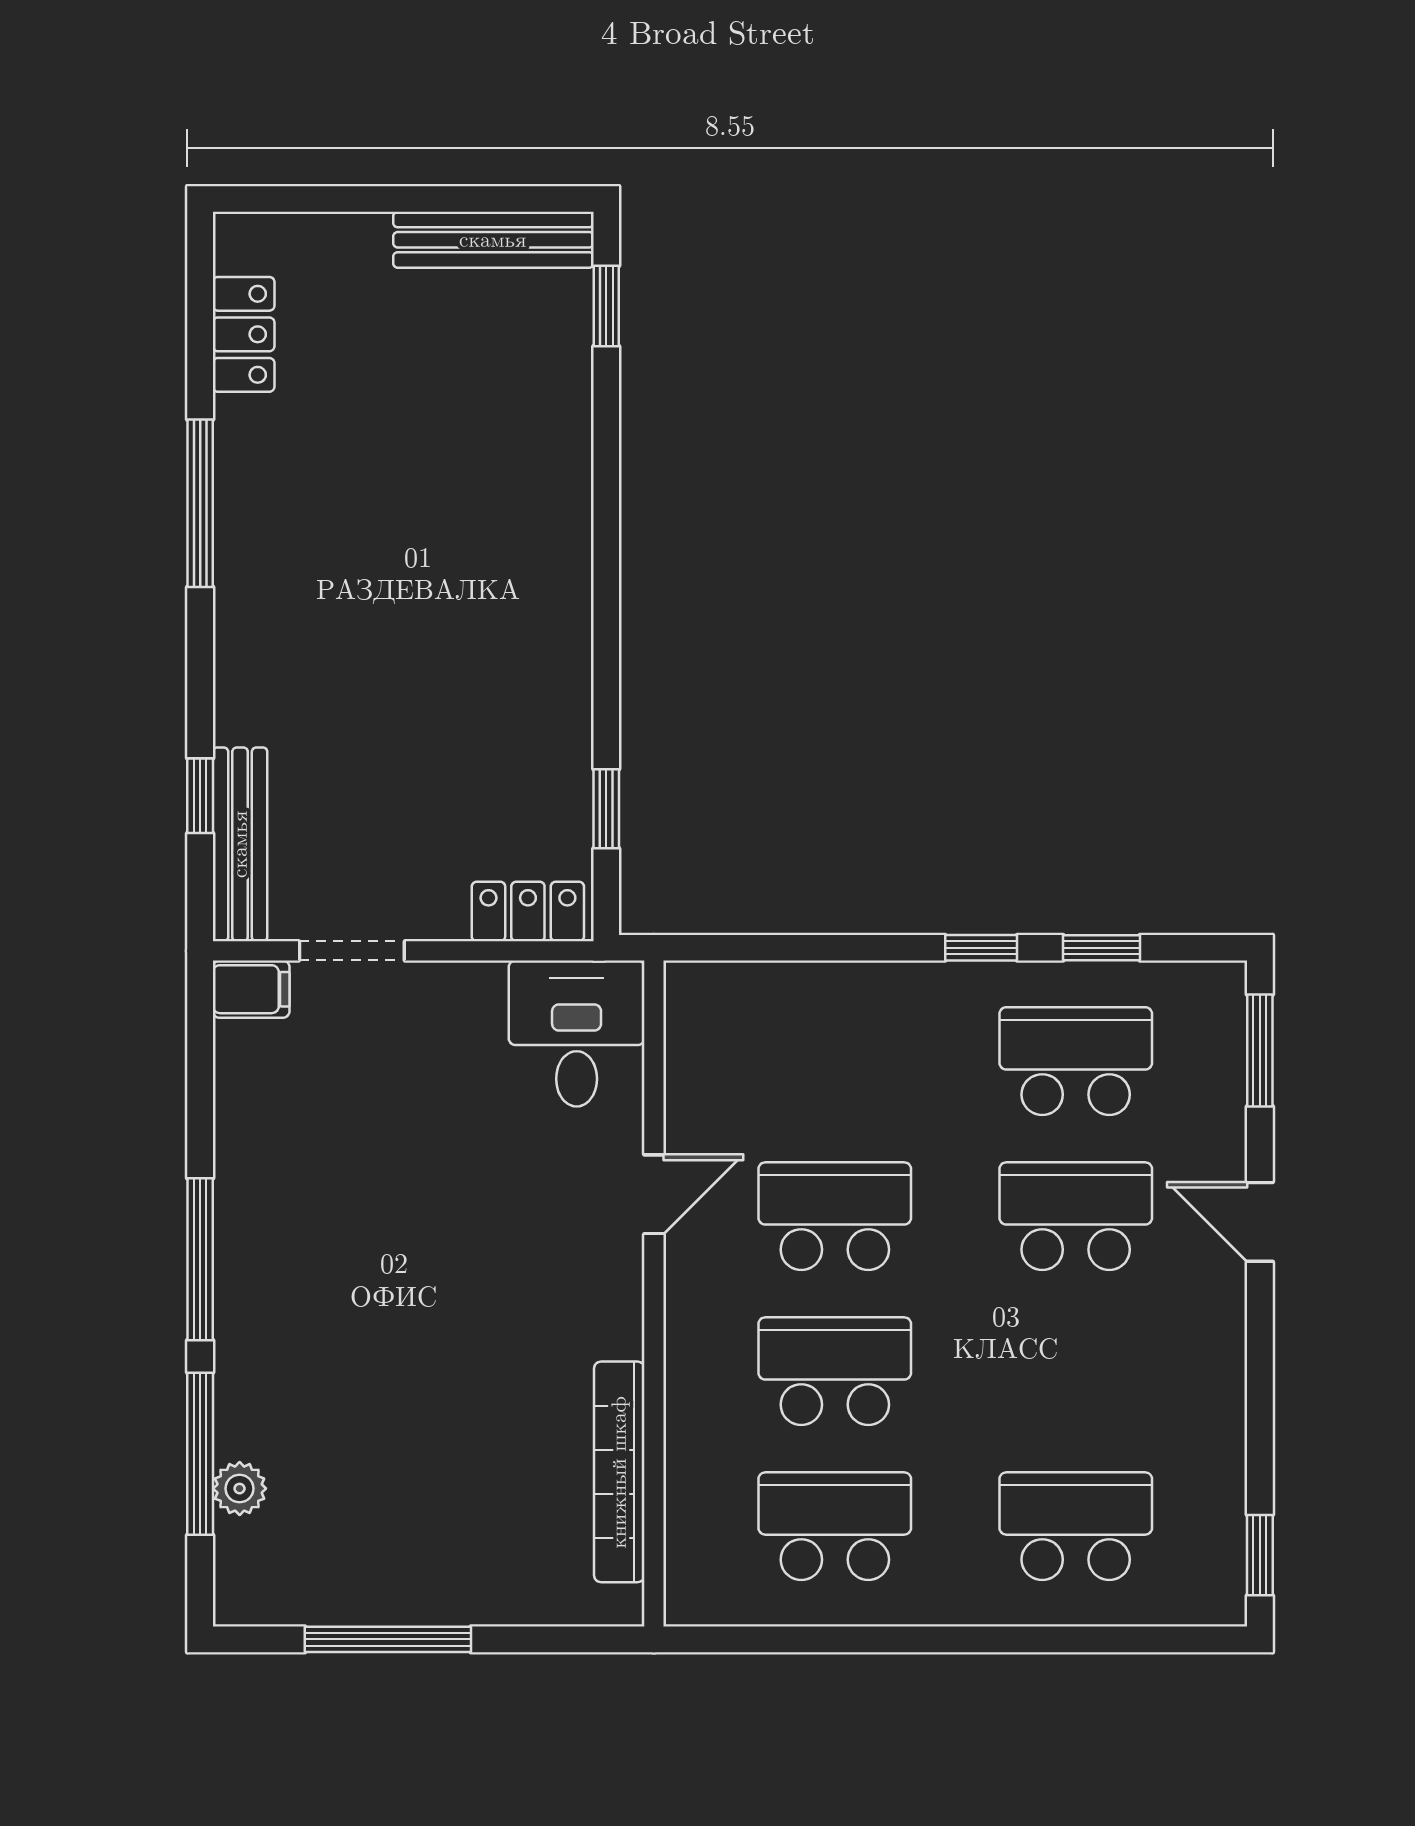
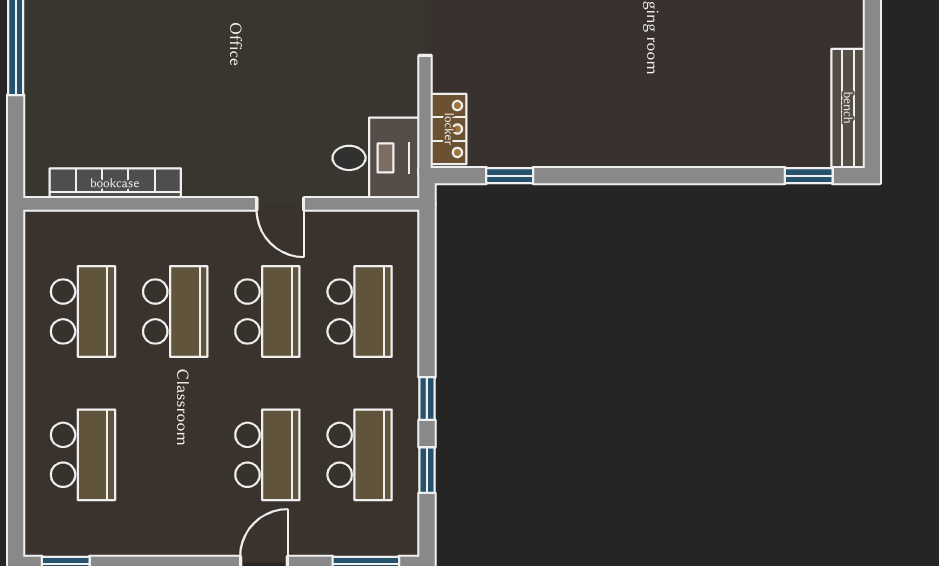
school desk: (835, 1061) -> (360, 311), added

